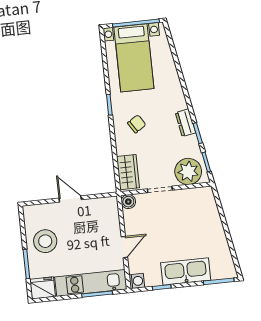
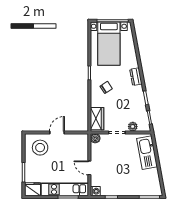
dresser: (185, 123) -> (136, 77), moved
plant: (188, 171) -> (133, 127), width x0.53, depth x0.53
door: (70, 199) -> (57, 132), hinge flipped
stool: (45, 241) -> (40, 148), moved
door: (124, 247) -> (89, 168), swing flipped
kitchen sink: (186, 271) -> (147, 153), moved, turned -100

